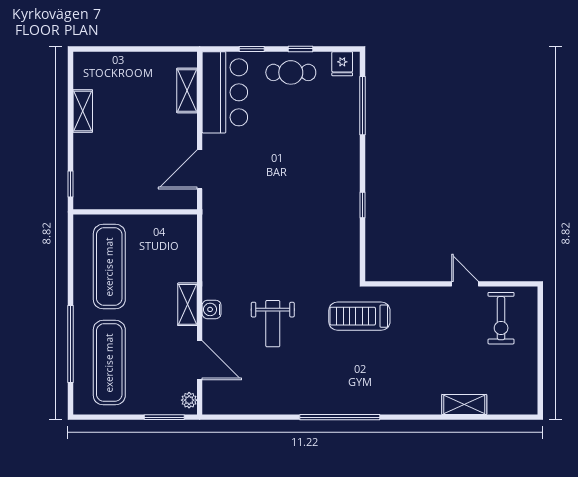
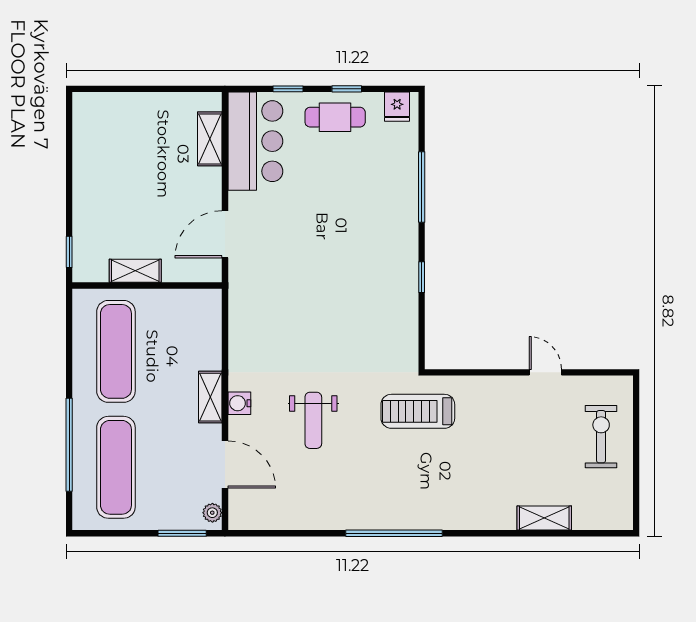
window: (363, 106) -> (422, 187), moved
shelving: (83, 111) -> (135, 271), moved, turned 90
exercise bike: (501, 318) -> (601, 437), moved, turned 180

